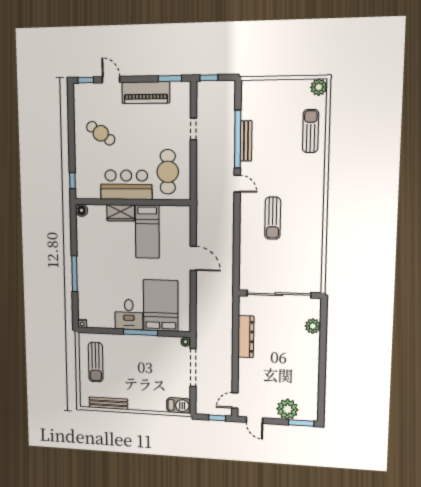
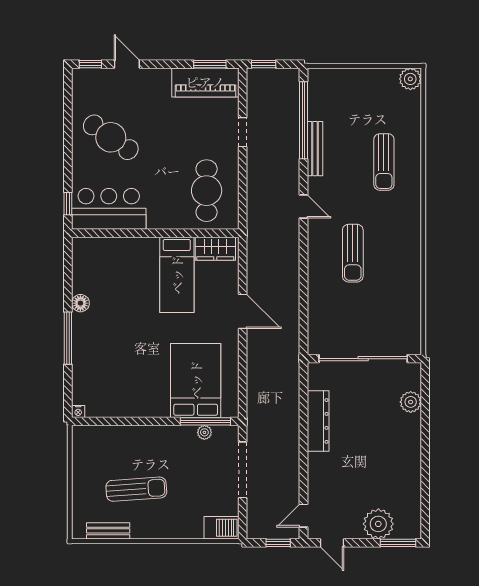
piano: (146, 93) -> (205, 82), moved
sun lounger: (311, 131) -> (384, 162), moved, turned 180
cafe table: (101, 133) -> (111, 137), width x1.37, depth x1.35
window: (238, 139) -> (303, 120), moved
bar counter: (126, 185) -> (109, 209), moved
floor lamp: (82, 210) -> (80, 303), moved
wardrobe: (121, 213) -> (215, 249), moved
desk: (129, 314) -> (149, 395), removed
window: (140, 332) -> (205, 421), moved
plant: (185, 342) -> (204, 432), moved
sun lounger: (96, 362) -> (136, 489), moved, turned -94
bench: (108, 403) -> (108, 531), width x0.73

